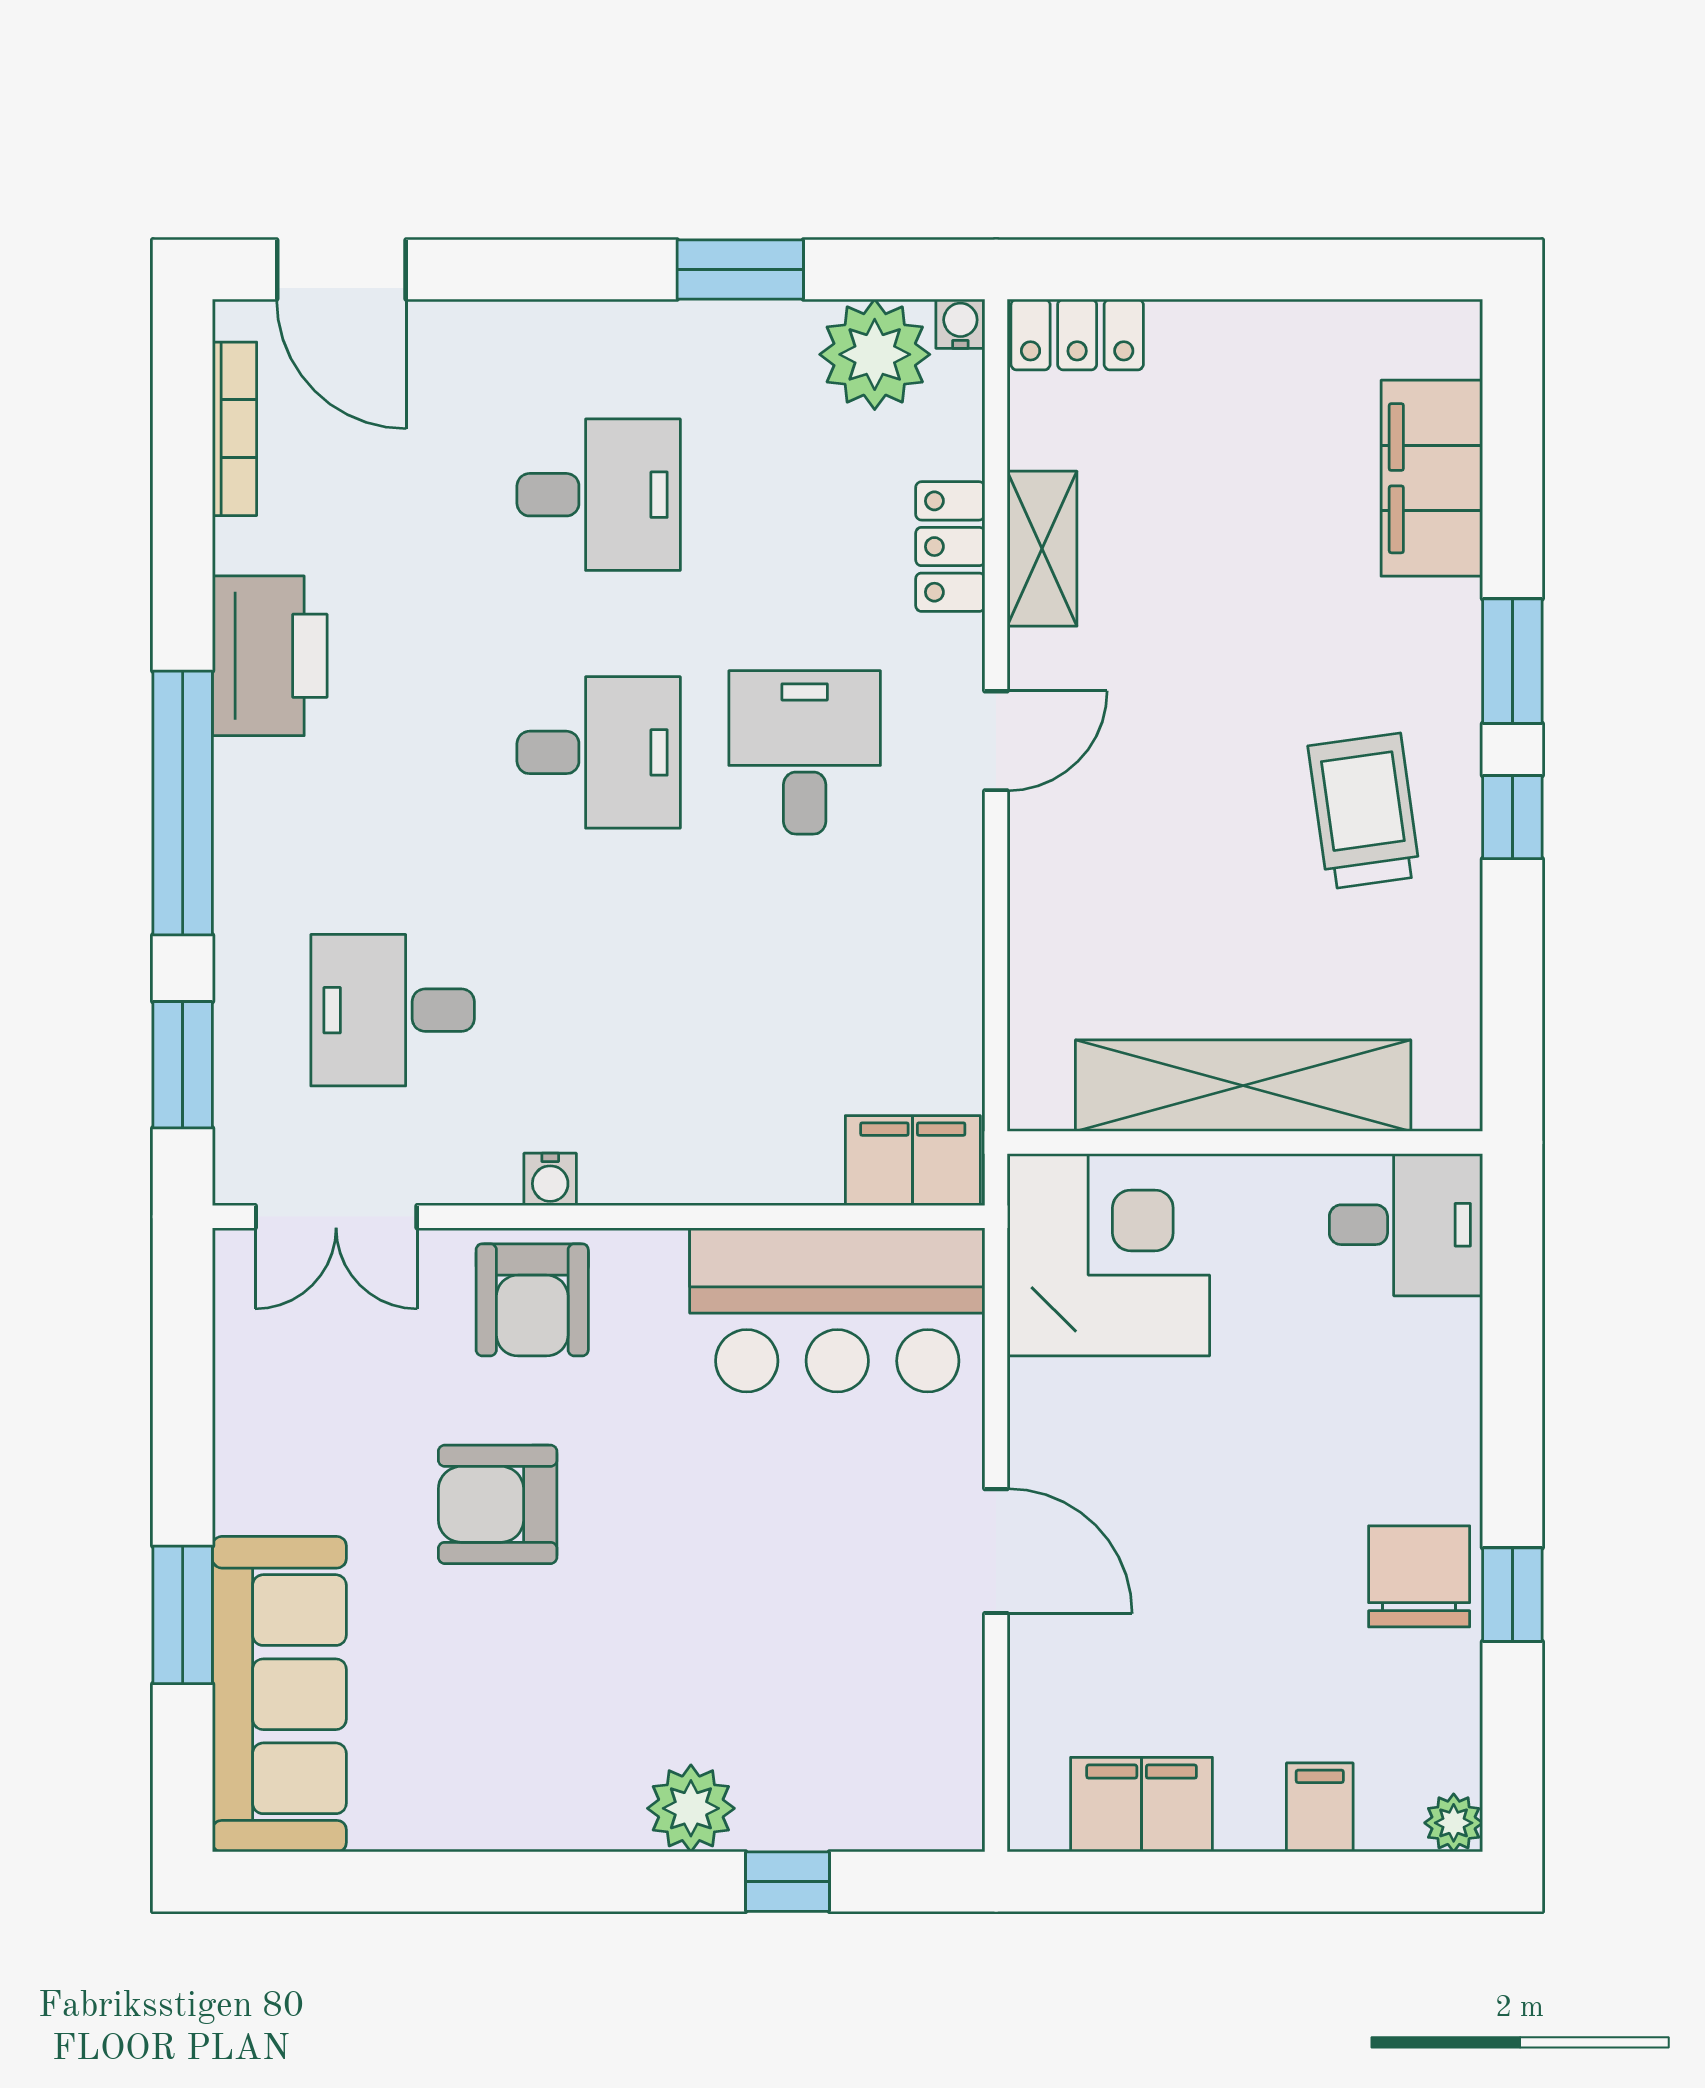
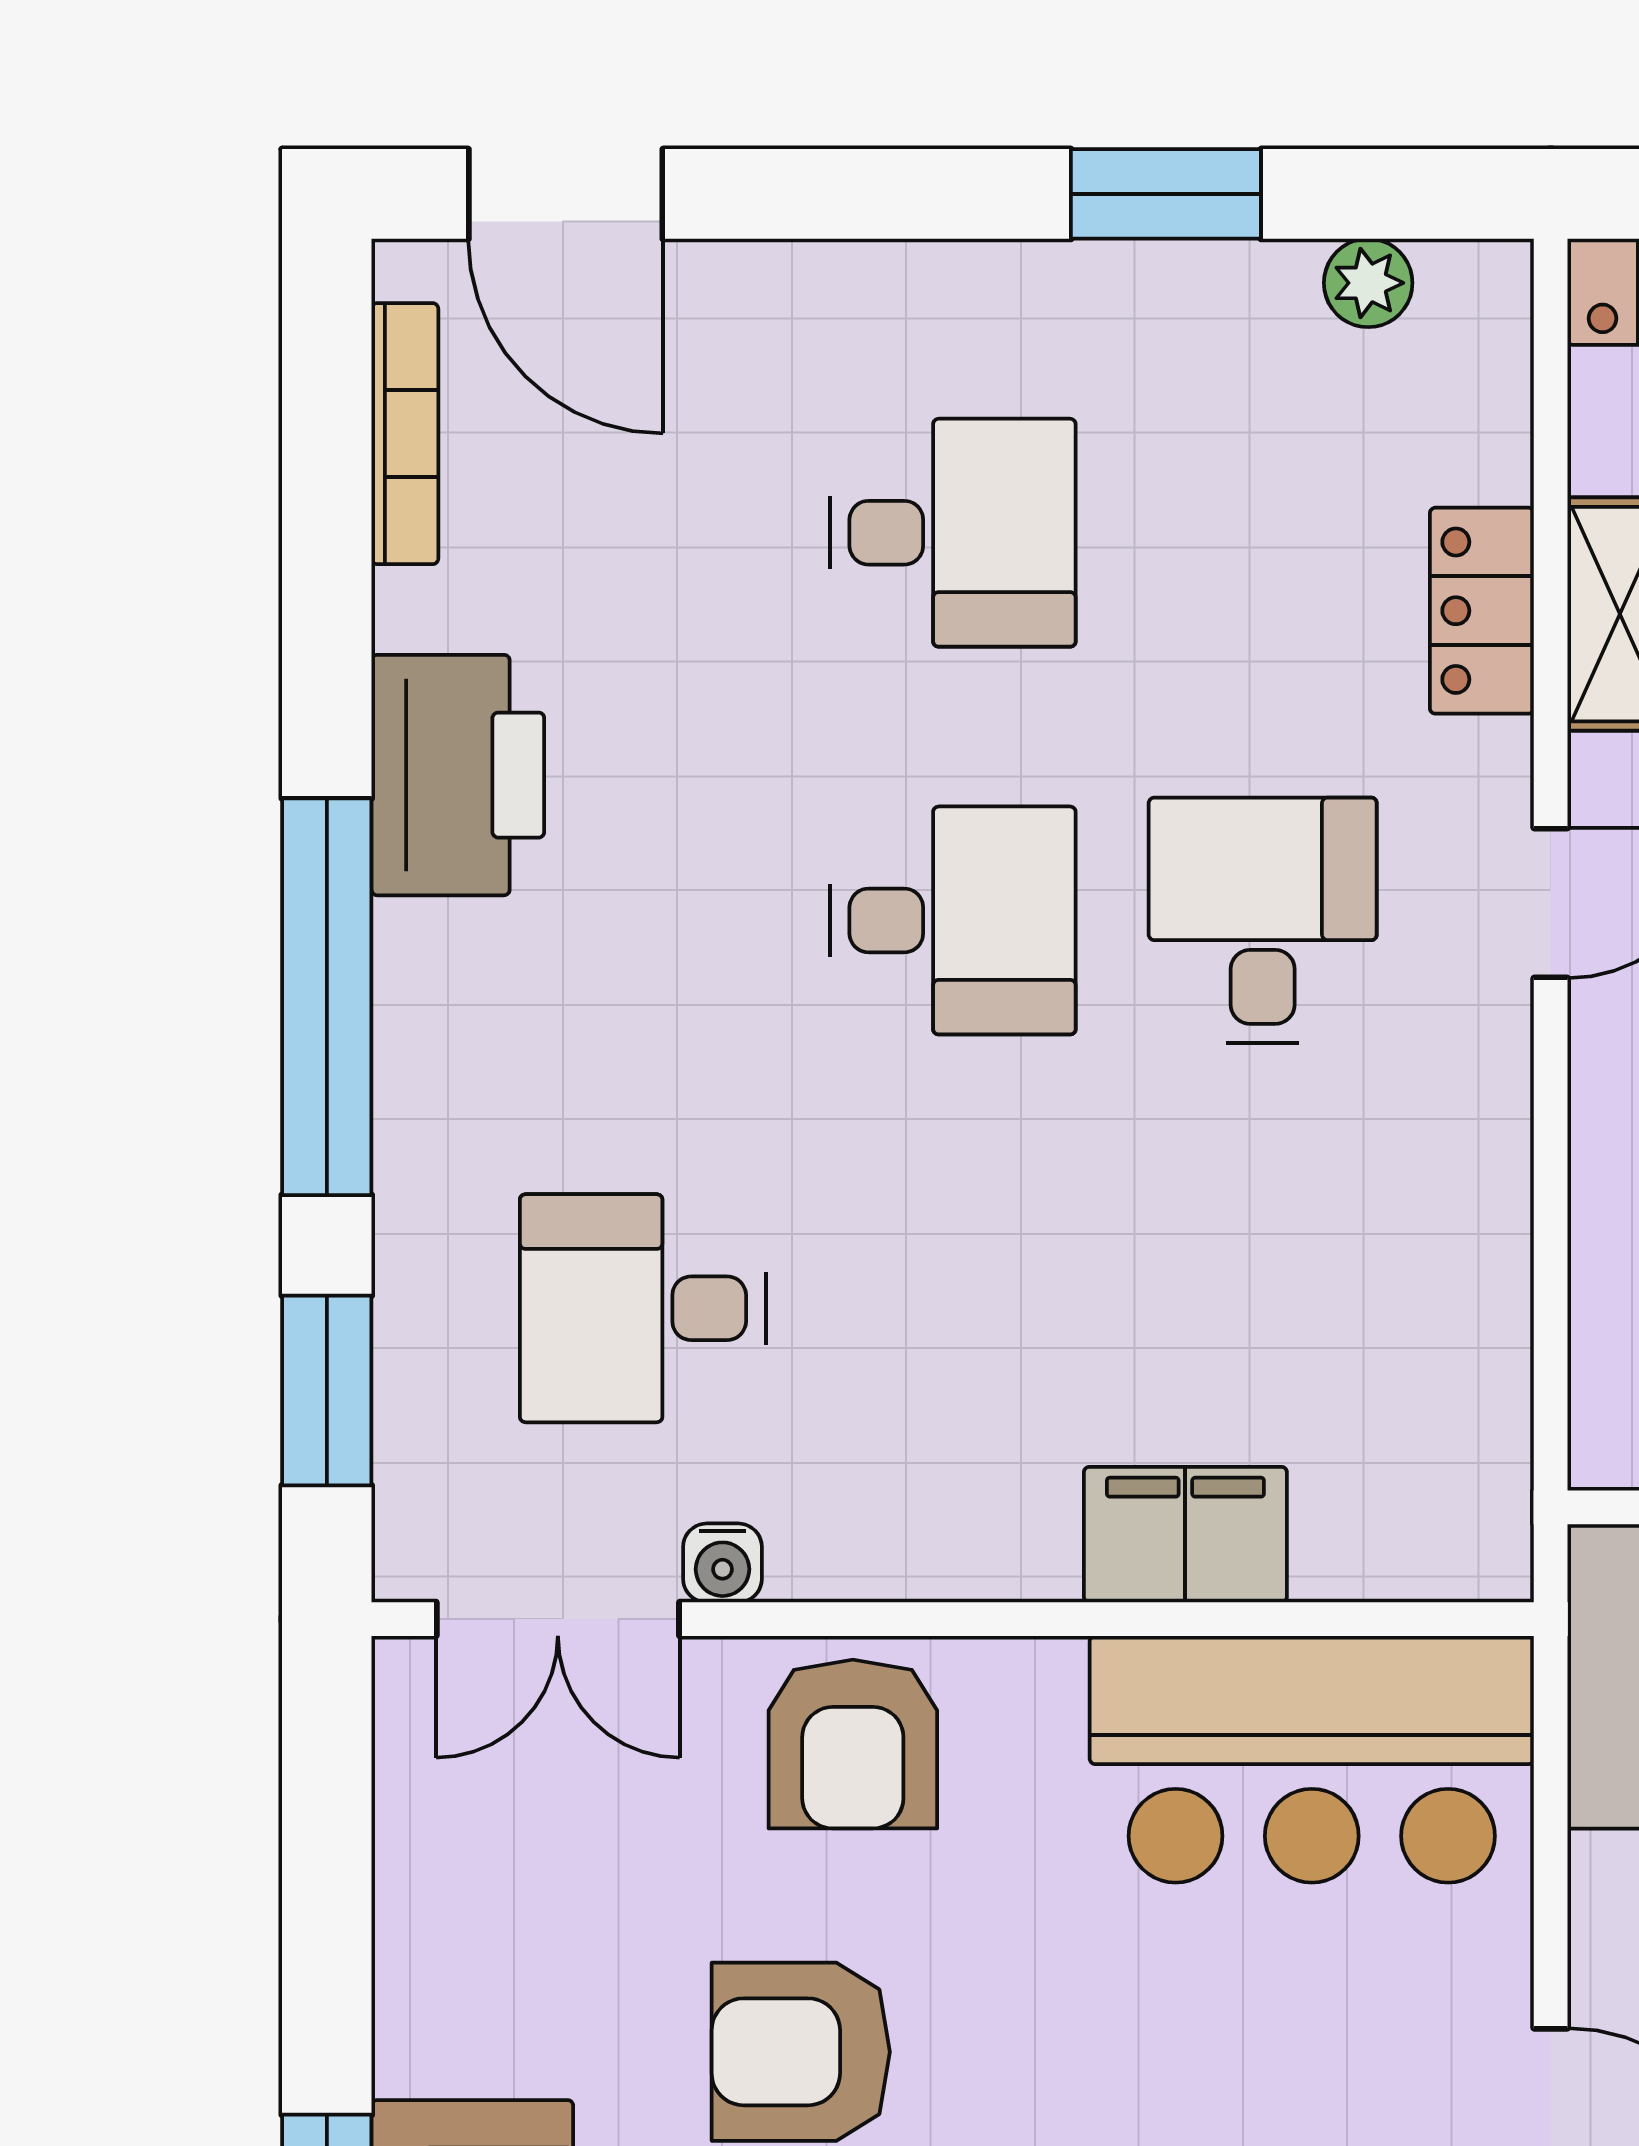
water cooler: (960, 324) -> (1497, 276), removed
plant: (875, 354) -> (1368, 283), width x0.53, depth x0.53
filing cabinet: (913, 1161) -> (1185, 1535), moved
water cooler: (550, 1179) -> (722, 1563), moved

